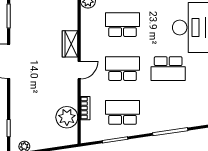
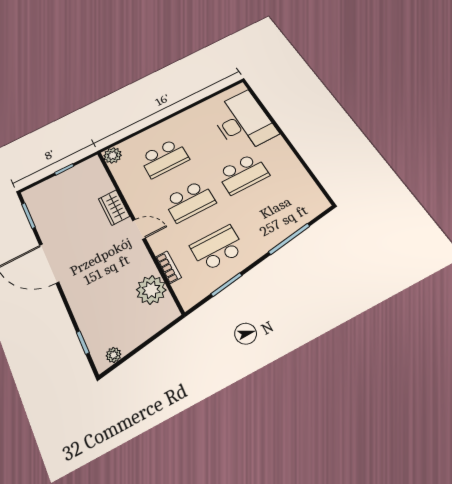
school desk: (123, 25) -> (164, 158), turned 180
school desk: (123, 69) -> (190, 201), turned 180
door: (79, 70) -> (139, 229), hinge flipped

